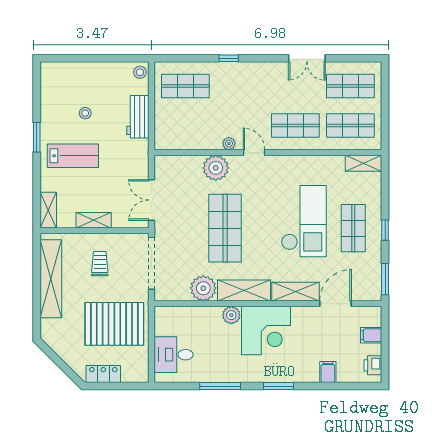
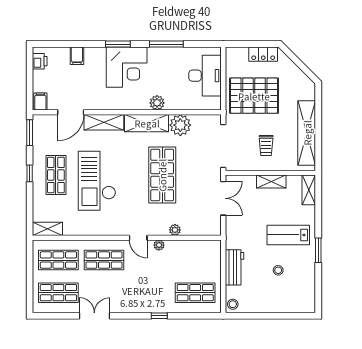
plant: (216, 168) -> (175, 230), width x0.53, depth x0.53
corner desk: (266, 331) -> (127, 67), moved, turned 180
filing cabinet: (371, 335) -> (40, 102), moved, turned -90
desk: (173, 355) -> (205, 76), width x1.37

